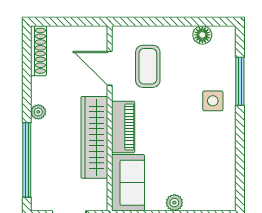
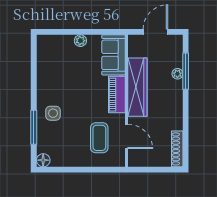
floor lamp: (202, 35) -> (43, 160), moved
plant: (38, 112) -> (177, 74), moved
window: (27, 160) -> (186, 71), width x0.68

